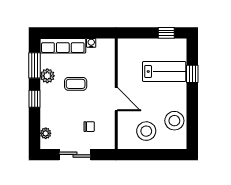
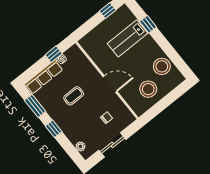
window: (88, 33) -> (54, 54), added
lab bench: (164, 72) -> (128, 38), turned 180
plant: (47, 76) -> (50, 106), removed

